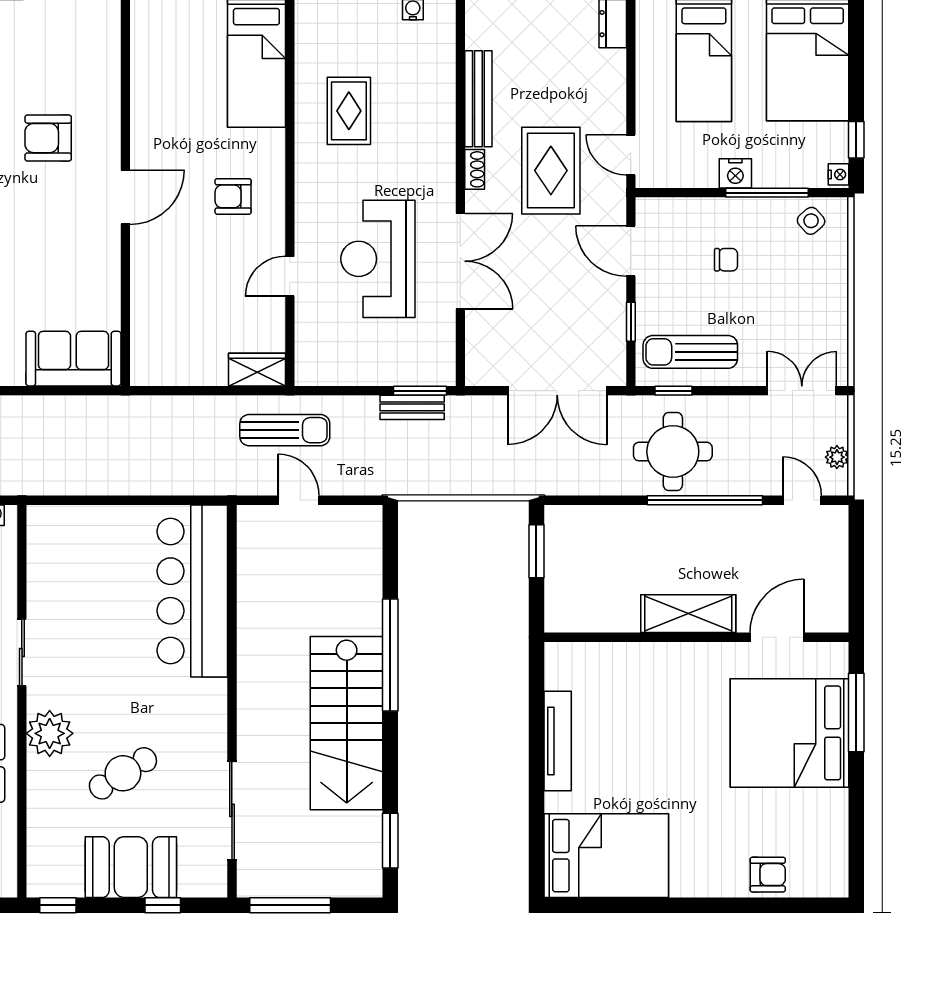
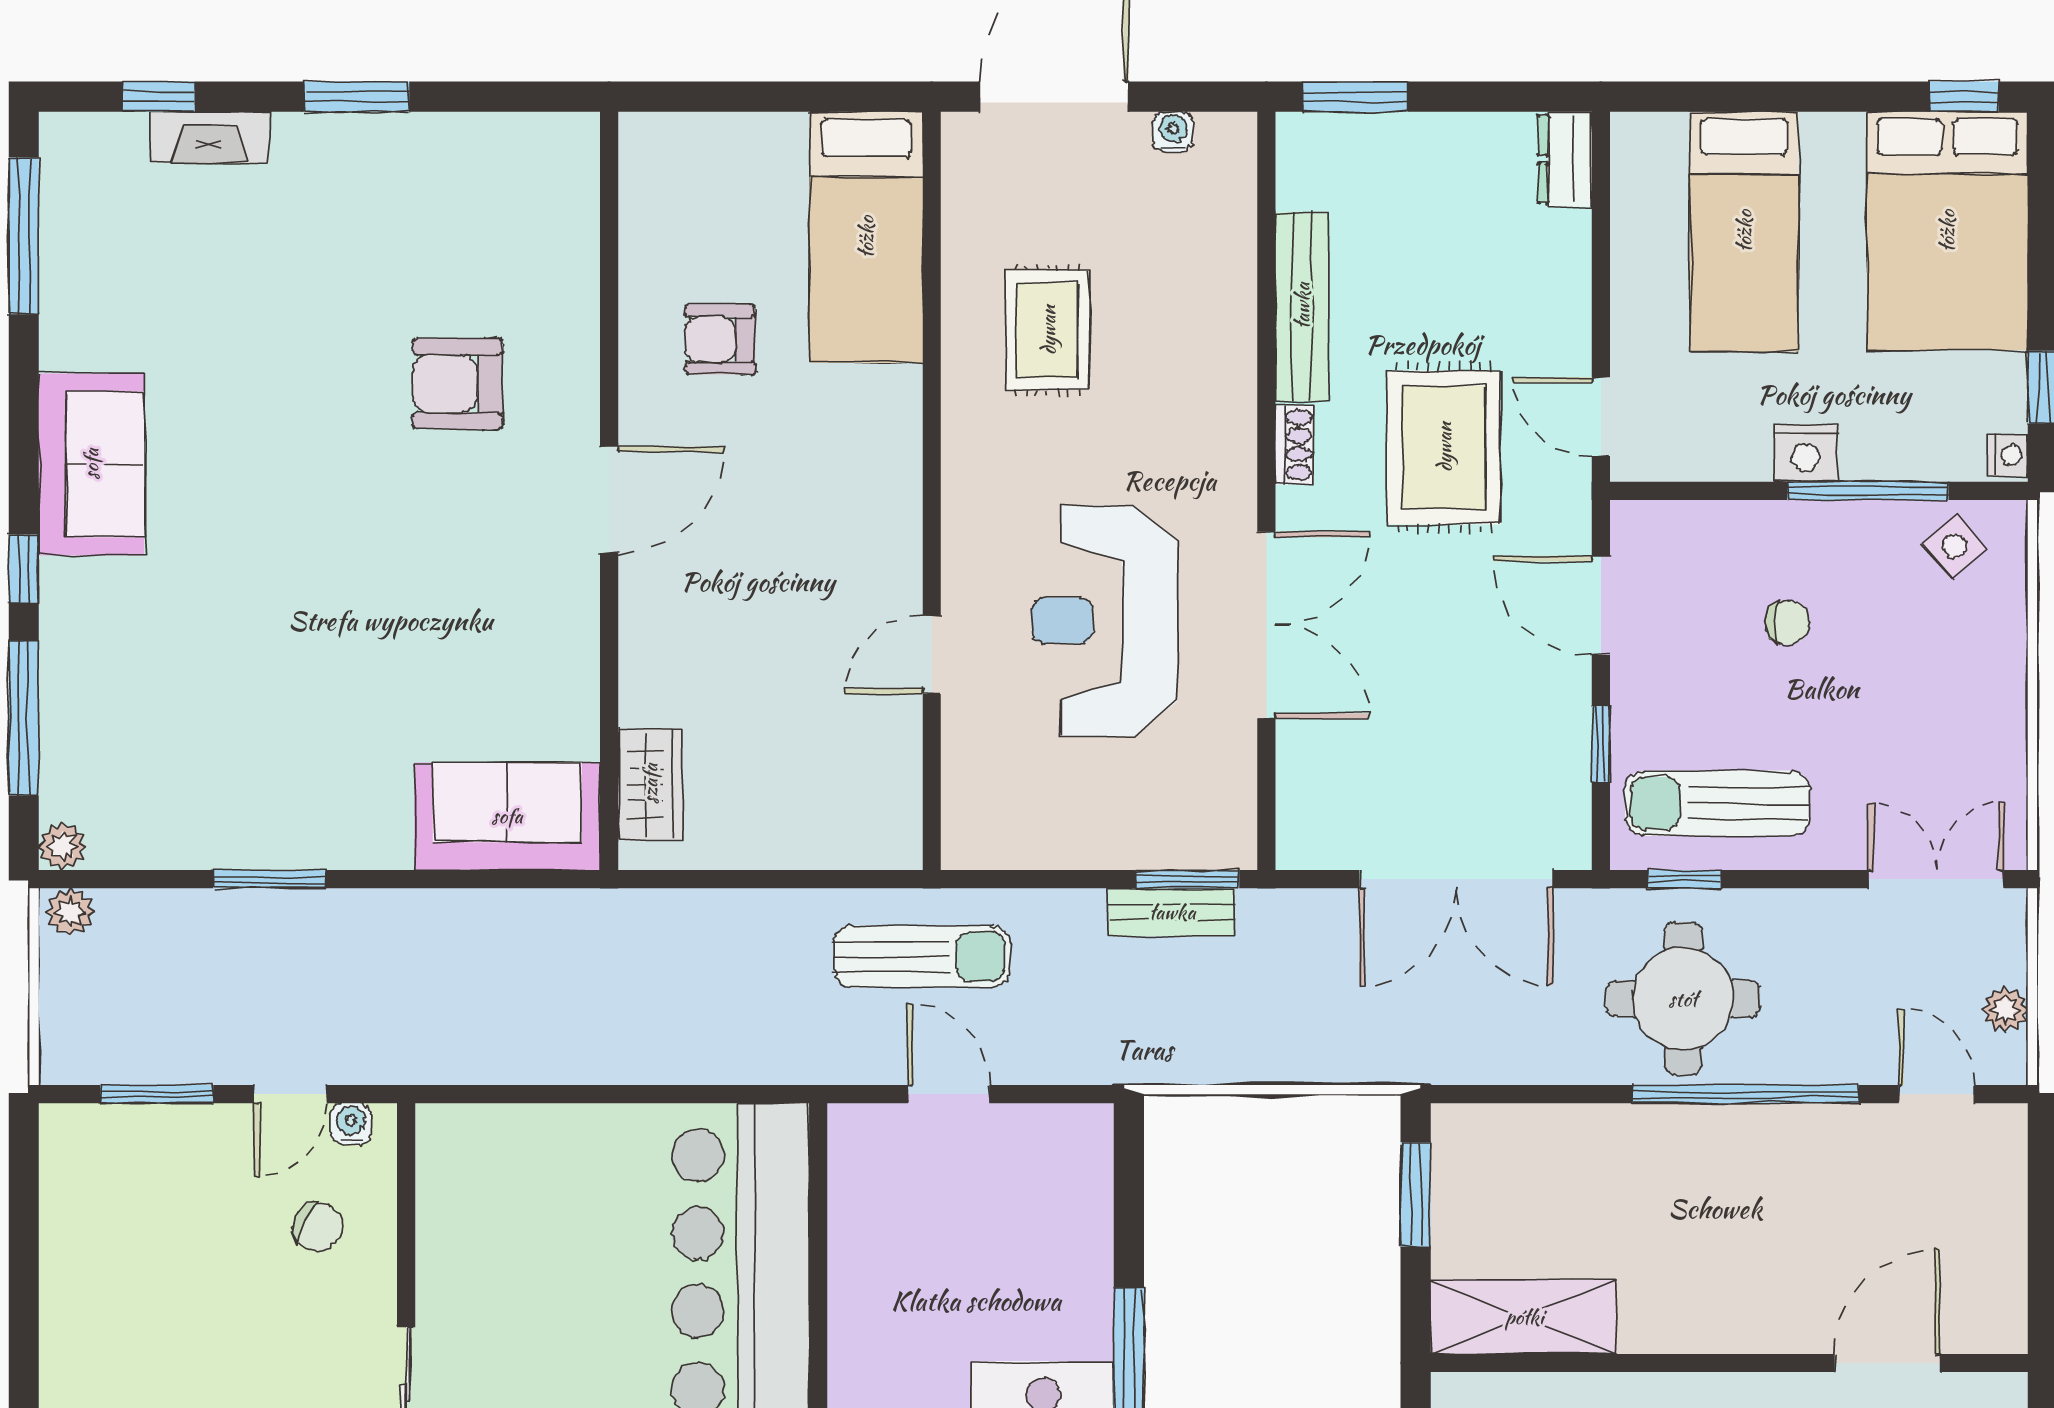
armchair: (233, 196) -> (720, 339), moved
wardrobe: (257, 370) -> (650, 784), moved, turned 90
shelving: (688, 614) -> (1524, 1317), moved

